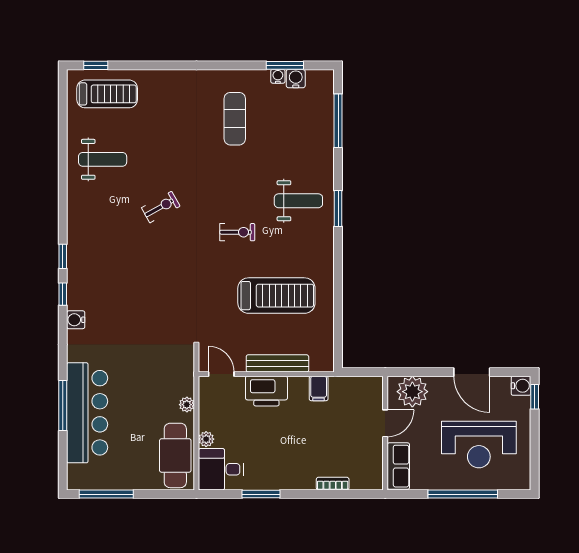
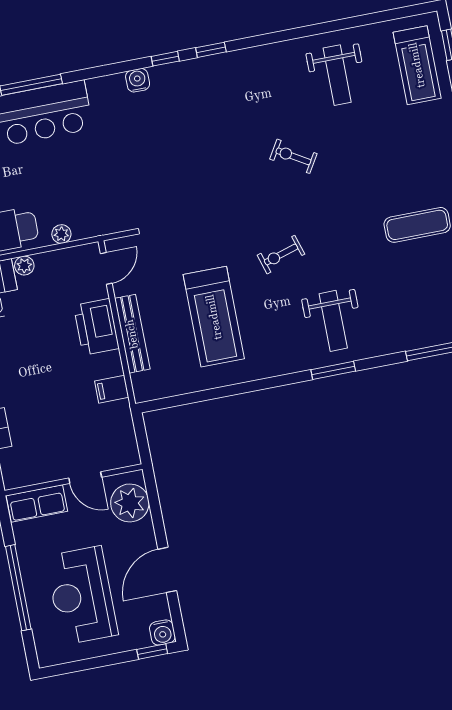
exercise bike: (161, 207) -> (293, 156), turned 150
exercise bike: (237, 232) -> (281, 255), turned 73

